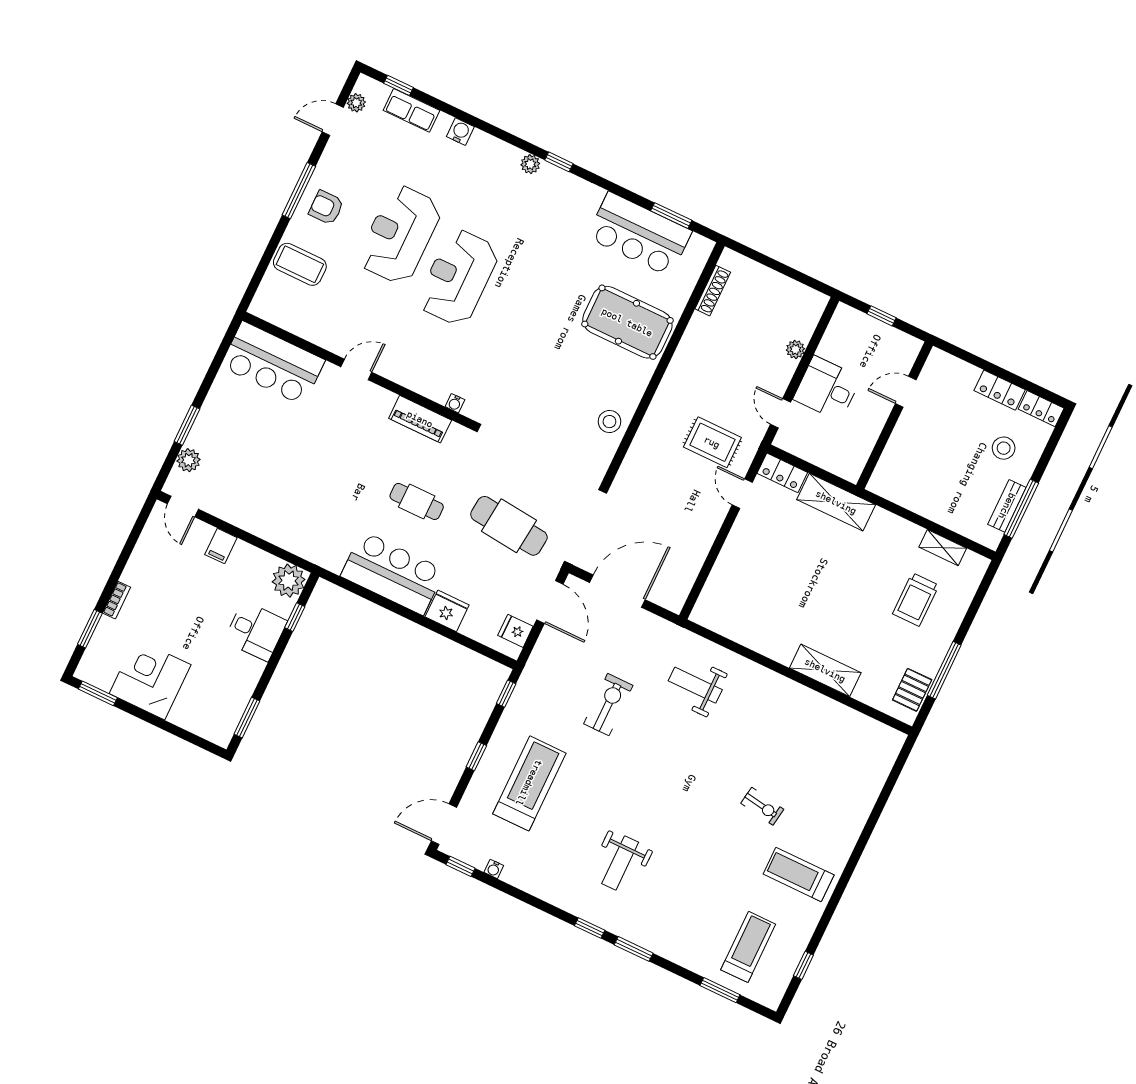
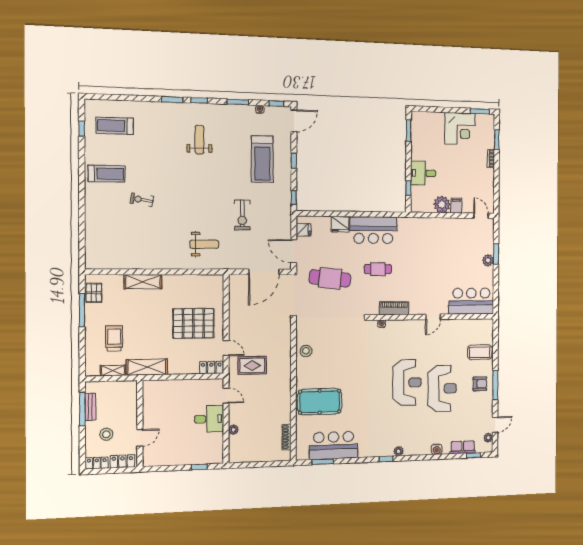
door: (906, 392) -> (140, 438), moved
wall: (895, 415) -> (140, 424), moved
plant: (189, 460) -> (488, 260), moved
shelving: (836, 502) -> (147, 367), moved
pallet: (776, 562) -> (193, 323), added
plant: (289, 581) -> (442, 204), moved
treadmill: (748, 947) -> (115, 126), turned 90
window: (720, 990) -> (238, 102), moved

